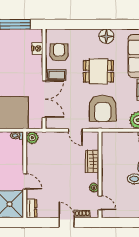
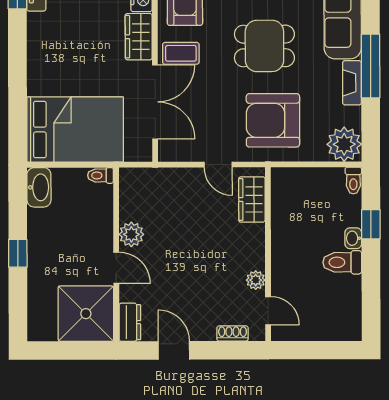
wardrobe: (36, 67) -> (139, 37), added
armchair: (103, 108) -> (273, 120), turned 90
plant: (32, 138) -> (131, 234), moved
wardrobe: (92, 161) -> (252, 199), moved
door: (67, 222) -> (174, 350), moved

